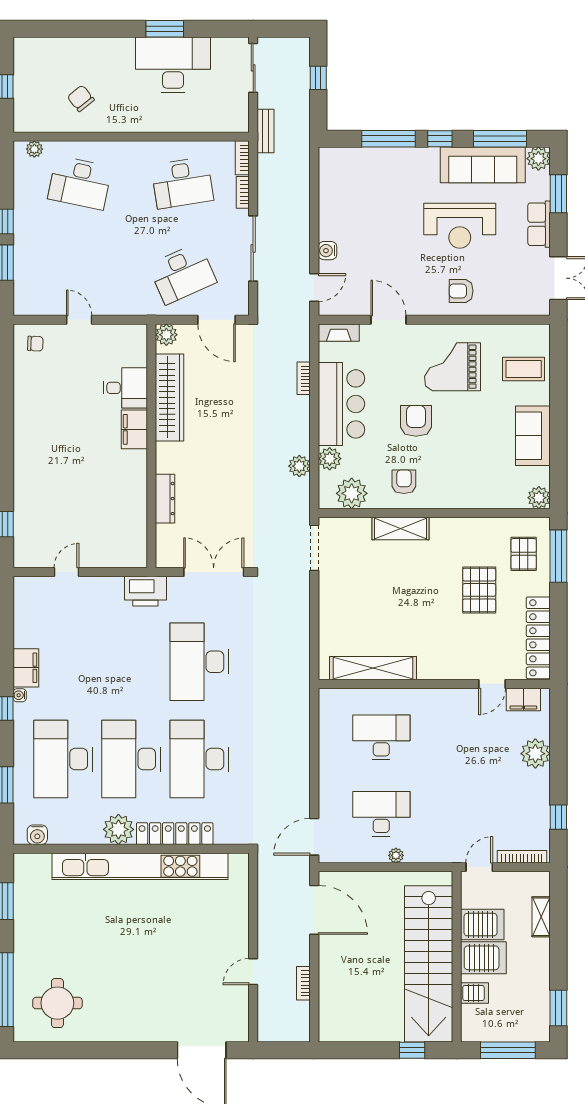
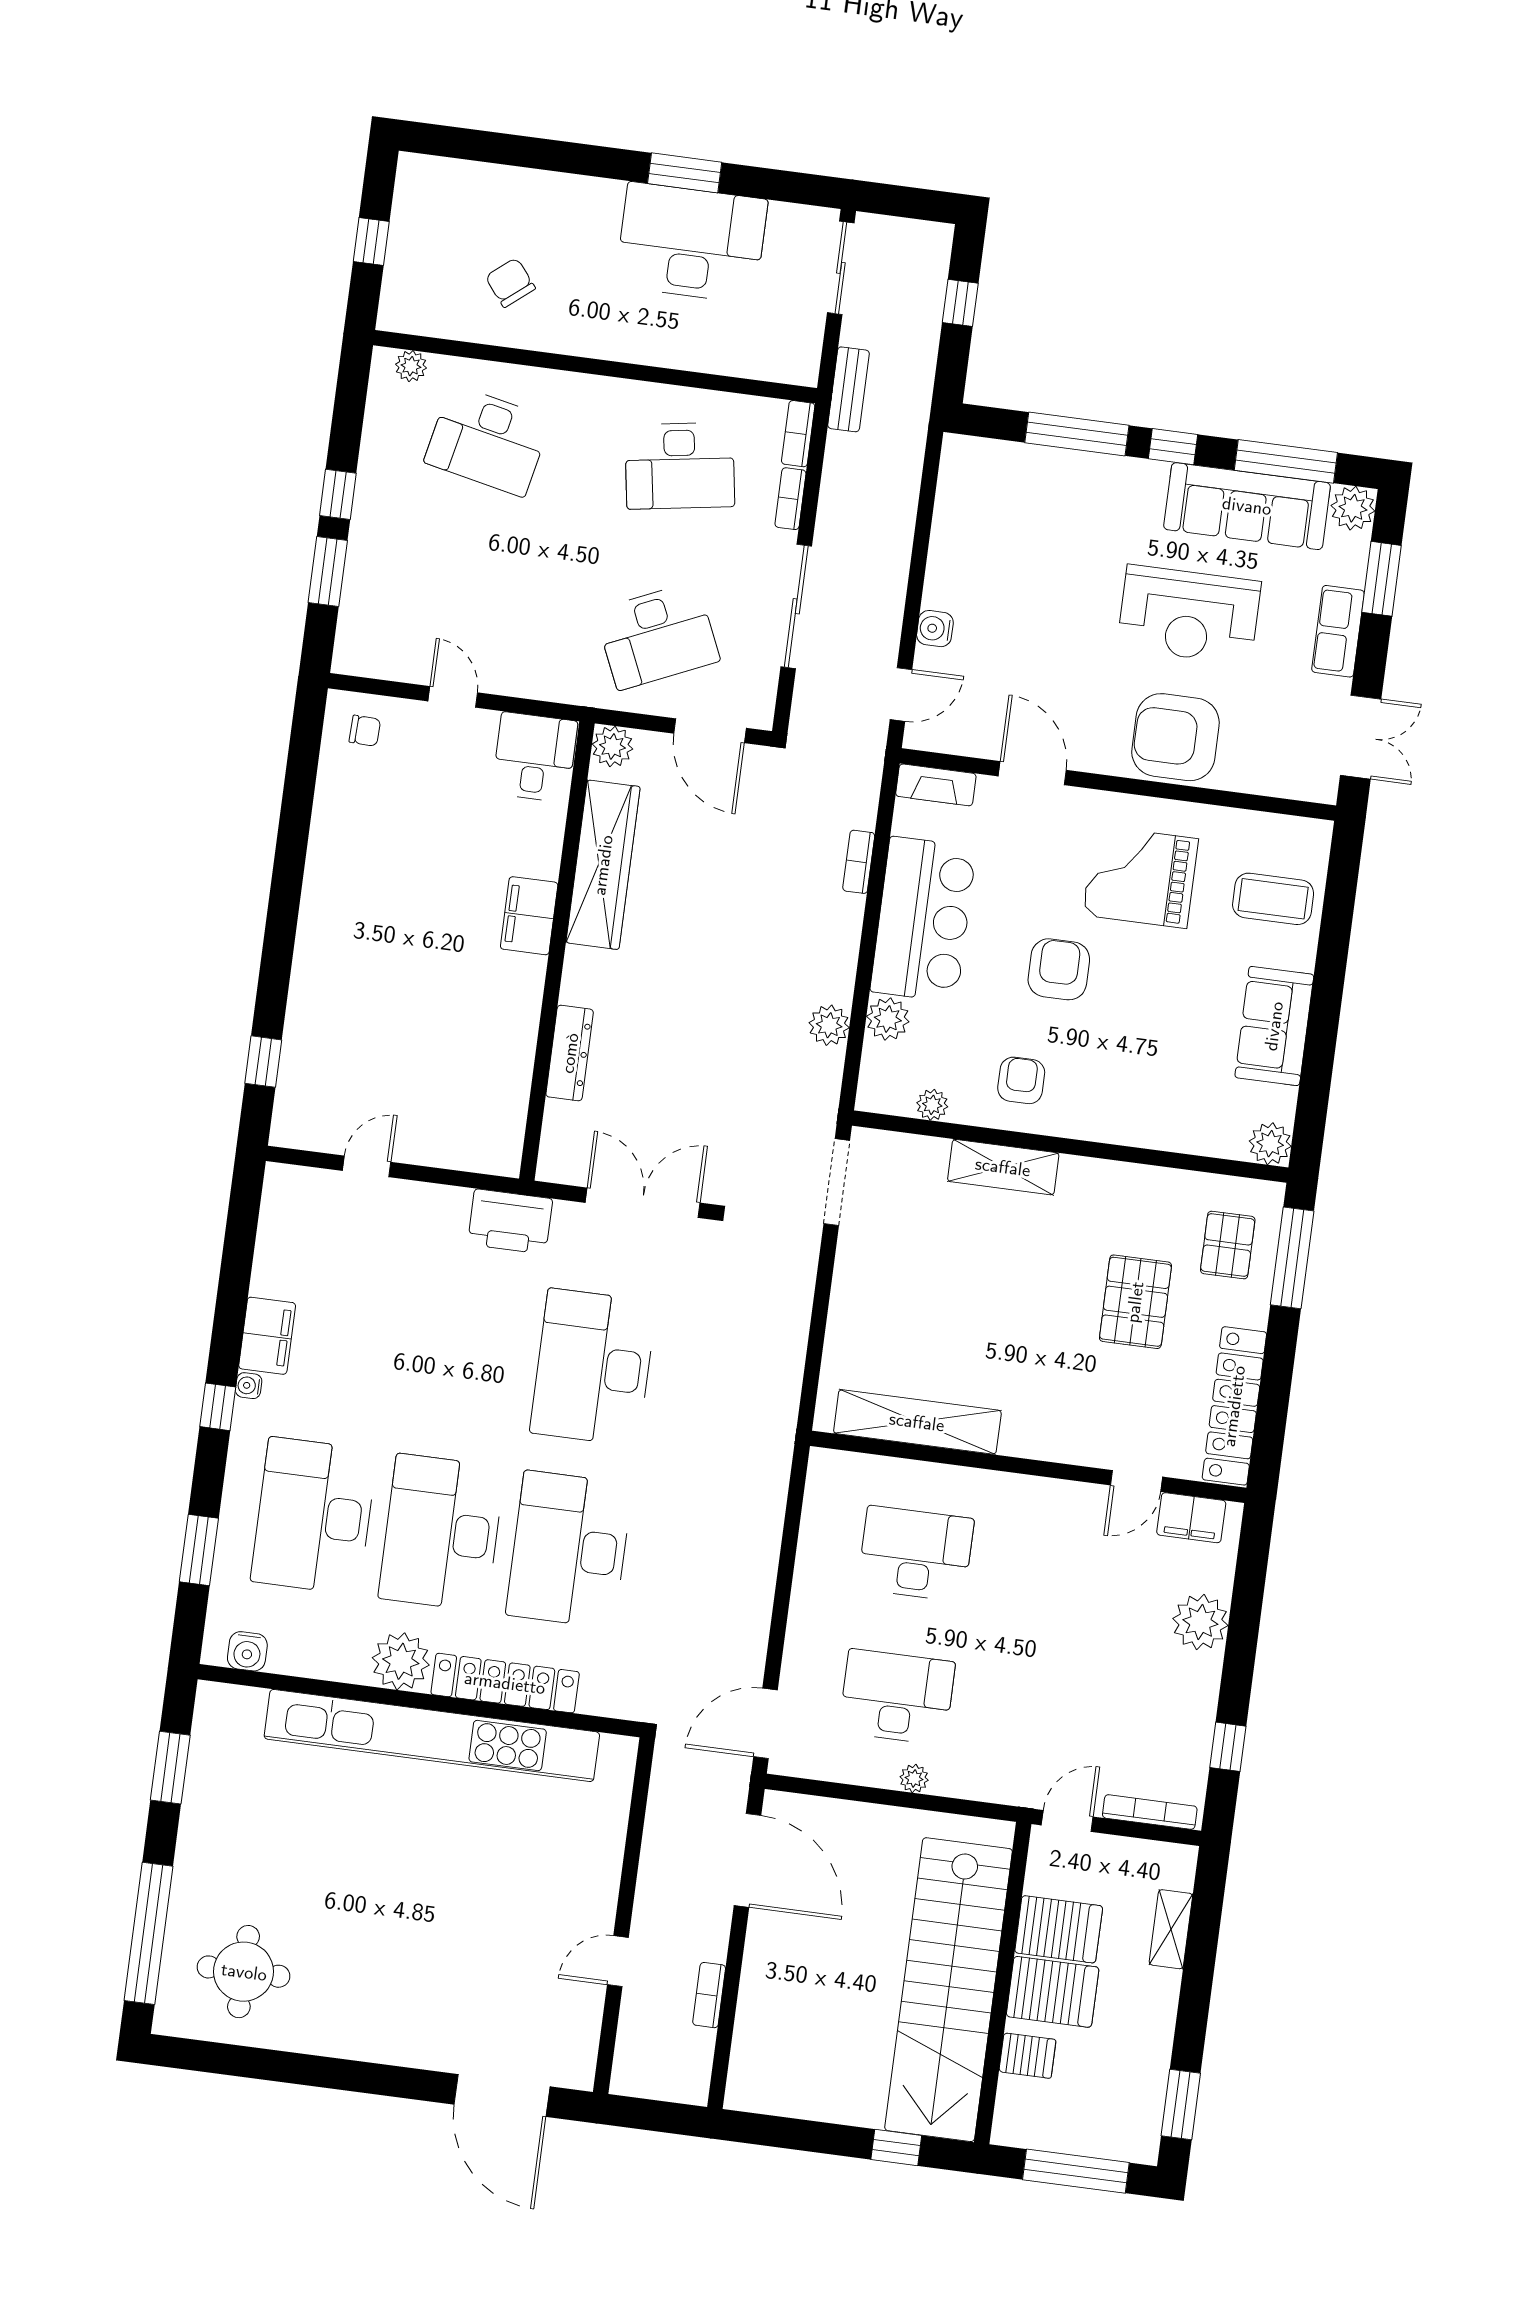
armchair: (461, 291) -> (1175, 737), width x1.88, depth x1.88
desk: (125, 388) -> (535, 757), moved, turned -90
plant: (352, 493) -> (932, 1105), width x0.53, depth x0.53

